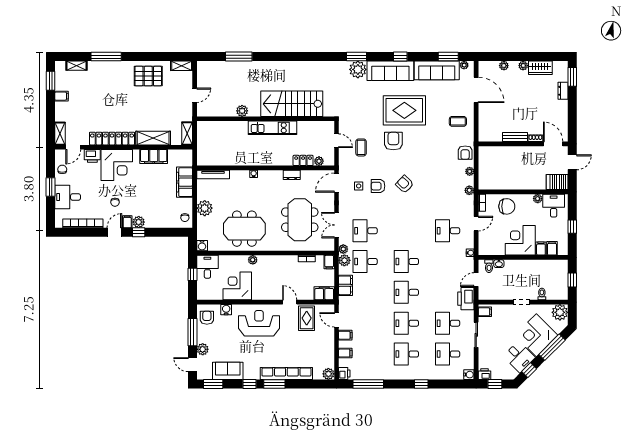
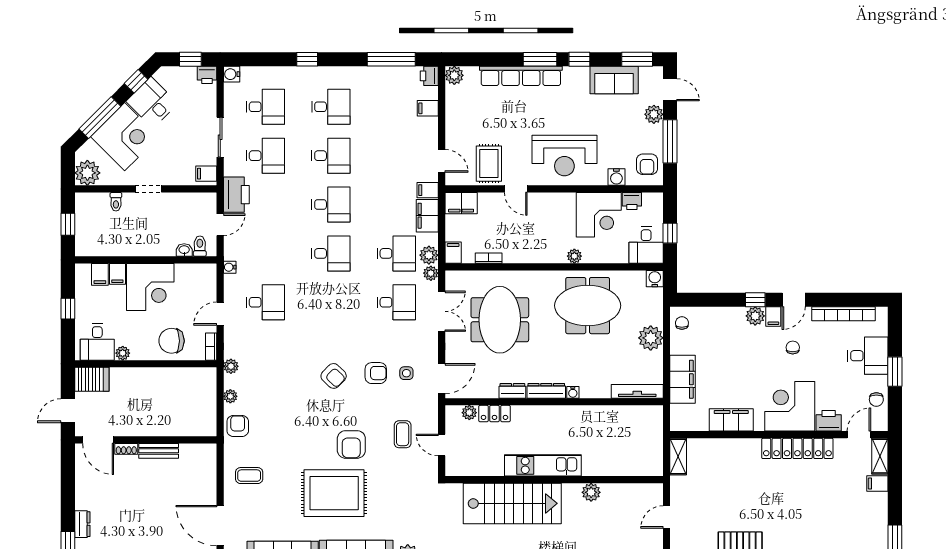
filing cabinet: (62, 96) -> (877, 484), moved
shelving: (153, 138) -> (732, 449), removed
dresser: (270, 175) -> (546, 391), added
printer: (216, 295) -> (632, 201), added
filing cabinet: (345, 335) -> (428, 190), moved

